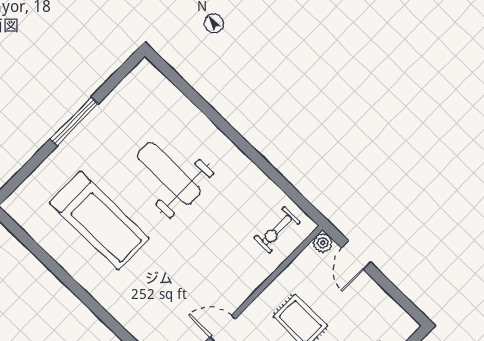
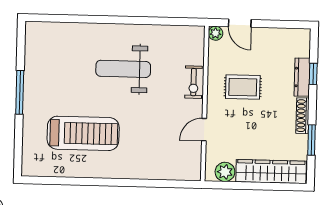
weight bench: (169, 173) -> (123, 69), moved
exercise bike: (277, 230) -> (194, 82), moved

